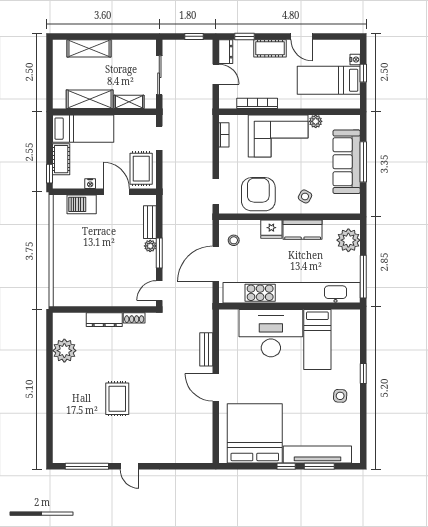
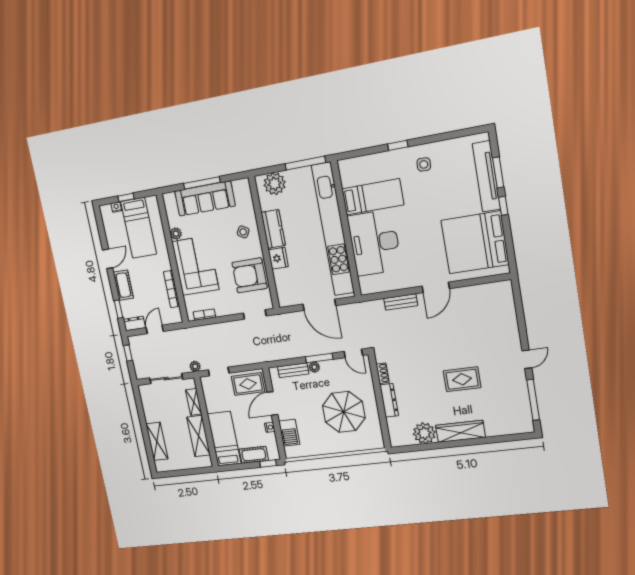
plant: (169, 112) -> (195, 366), added
stool: (234, 240) -> (295, 292), removed
parasol: (98, 269) -> (344, 412), added
wardrobe: (62, 388) -> (460, 431), added

